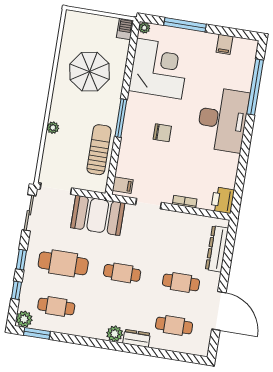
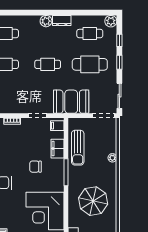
filing cabinet: (127, 153) -> (58, 149), added
window: (37, 333) -> (100, 13), removed
dresser: (137, 338) -> (62, 20), moved

